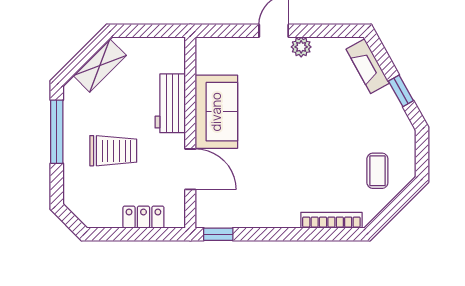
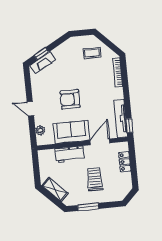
plant: (301, 47) -> (40, 130), moved
window: (401, 91) -> (41, 54), moved
armchair: (285, 115) -> (70, 99), added
window: (57, 132) -> (88, 207), width x0.69
tv unit: (235, 217) -> (121, 119), added

